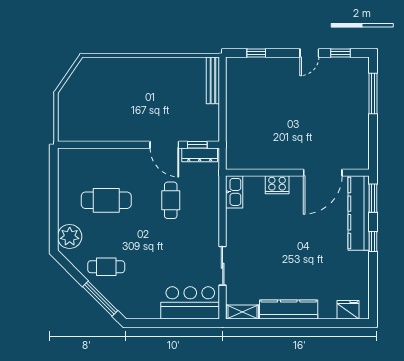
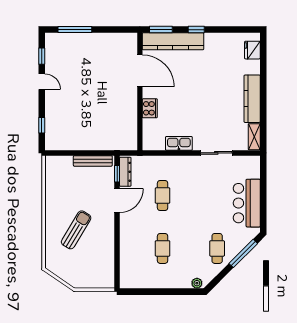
bench: (213, 80) -> (93, 161), moved
sun lounger: (129, 95) -> (76, 230), added
kitchen sink: (234, 192) -> (179, 143), moved
cafe table: (106, 200) -> (163, 248), width x0.73, depth x0.74
cafe table: (171, 200) -> (163, 196), turned 90
plant: (70, 236) -> (197, 283), width x0.53, depth x0.53
bar counter: (190, 303) -> (247, 203), moved

